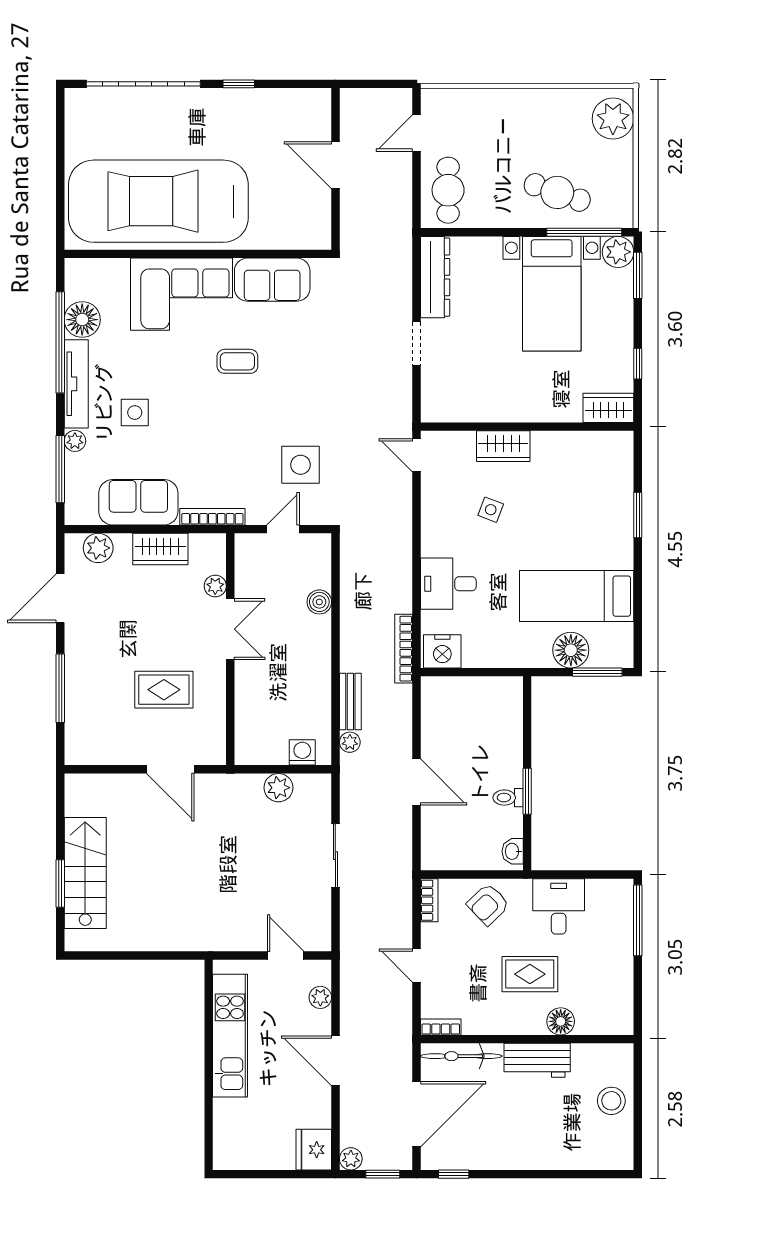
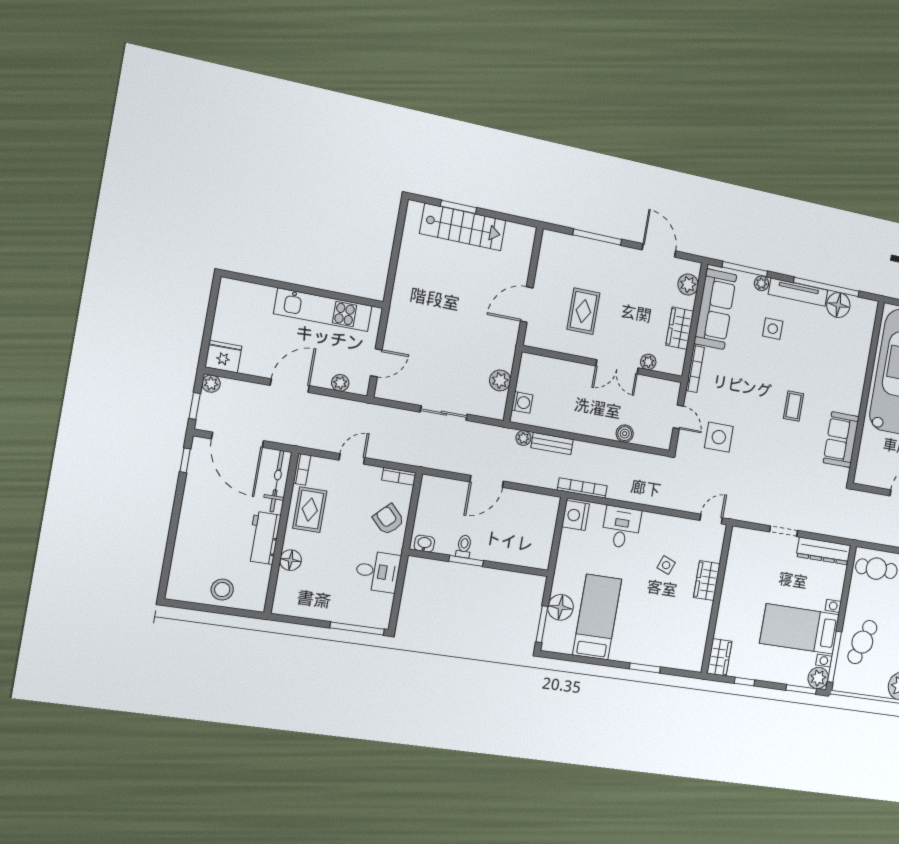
corner sofa: (182, 294) -> (843, 376), removed
sofa: (138, 502) -> (715, 309), width x1.36
rug: (530, 974) -> (310, 510), moved

